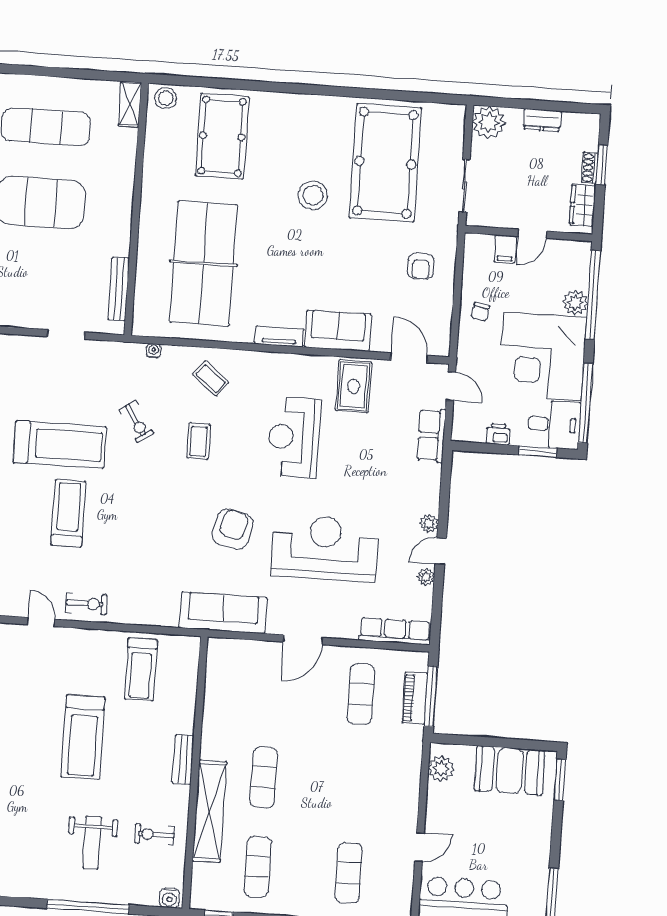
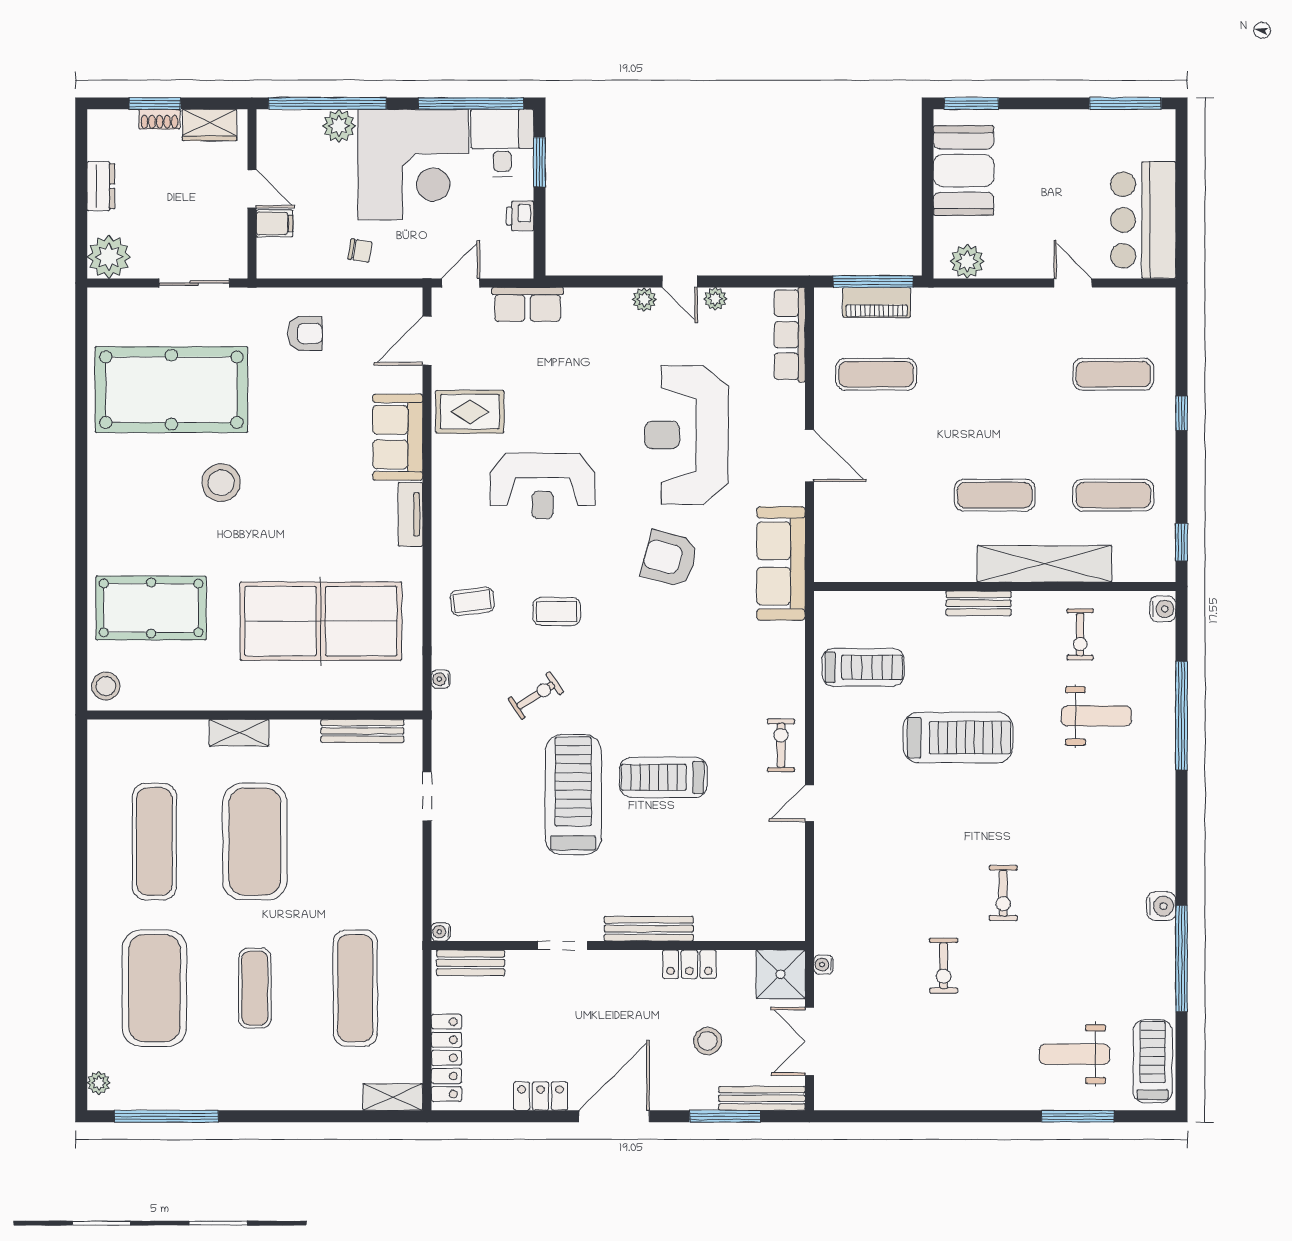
shelving: (130, 104) -> (239, 733), moved
coffee table: (211, 378) -> (472, 601), turned 44

